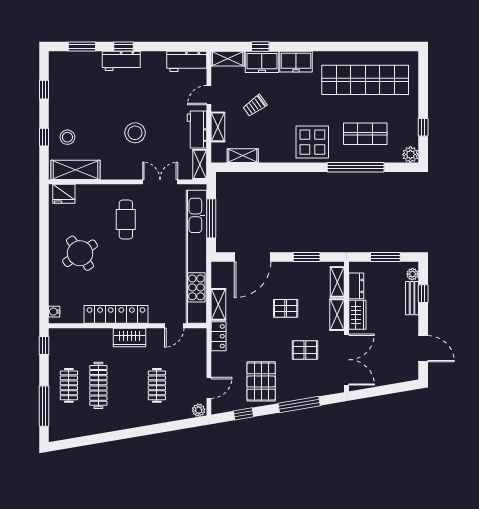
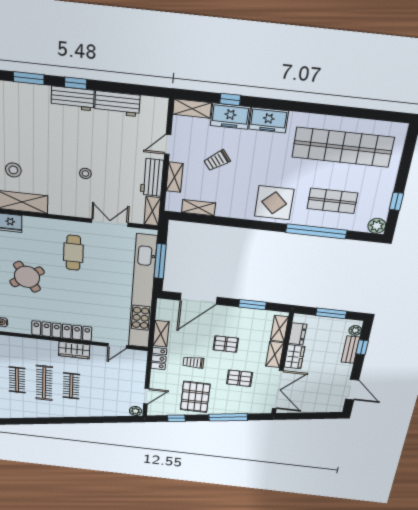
workbench: (187, 61) -> (117, 104), moved
stool: (135, 133) -> (85, 173), width x0.53, depth x0.53
trolley: (255, 336) -> (193, 362), added
clothes rail: (157, 385) -> (71, 386), moved

